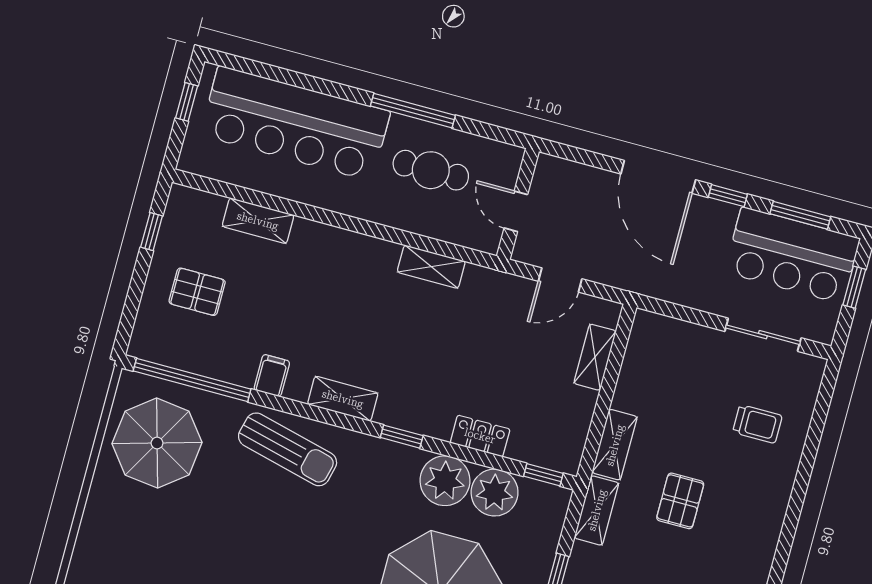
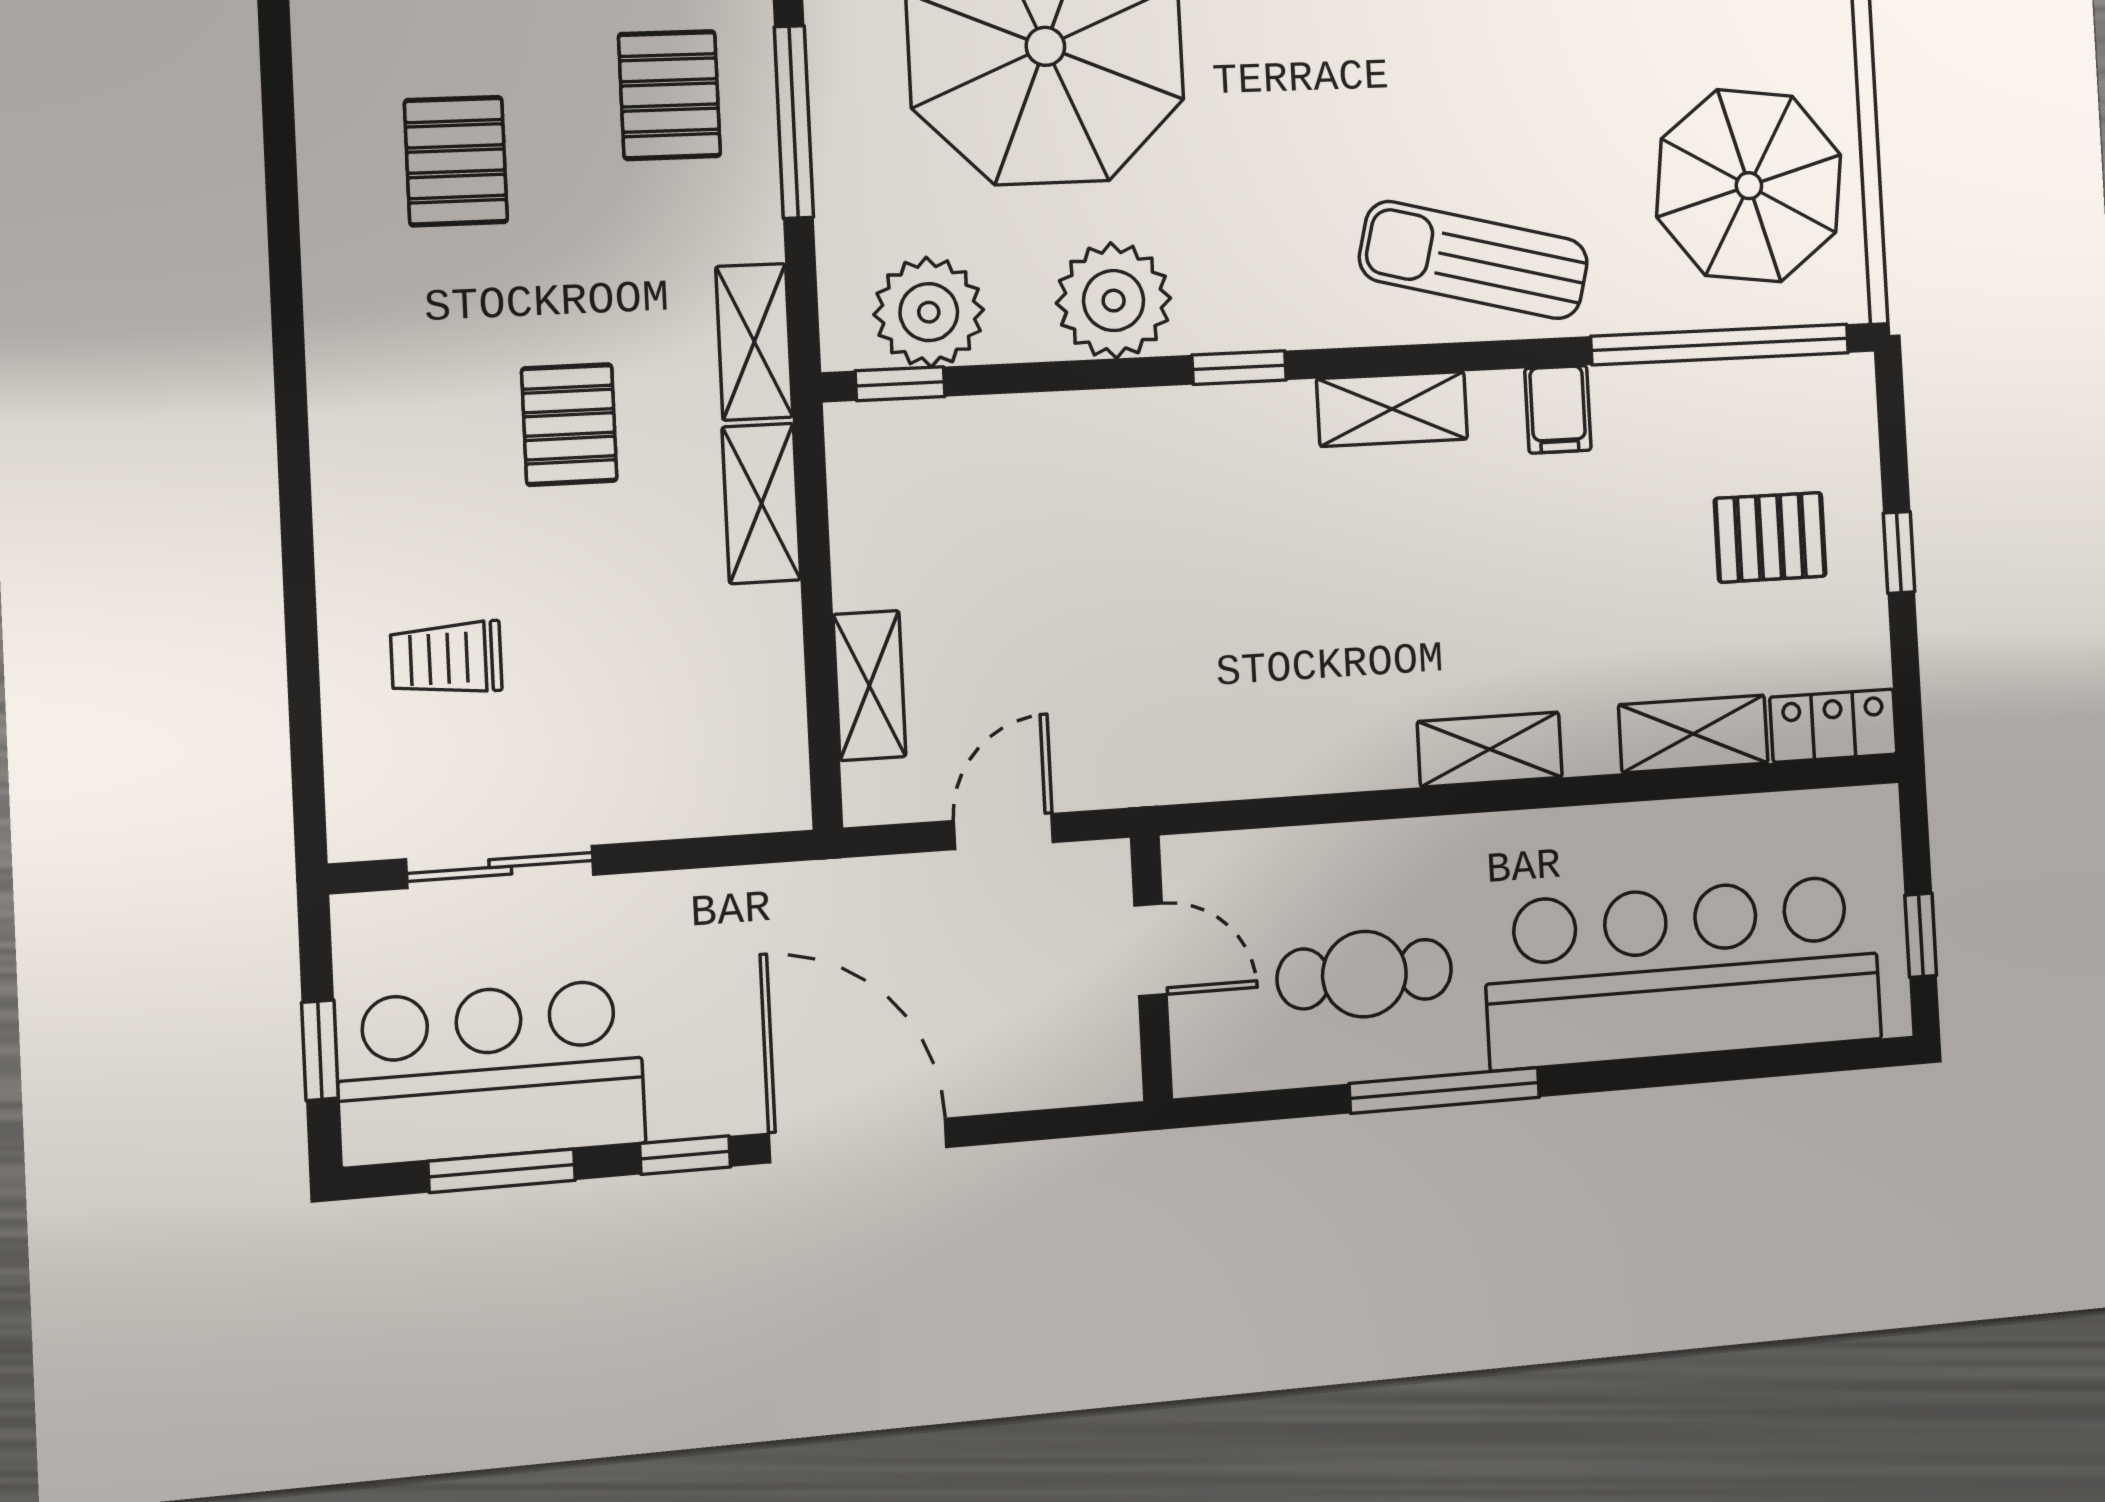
window: (152, 232) -> (1899, 552), moved
shelving: (431, 267) -> (1490, 749), moved
locker: (480, 436) -> (1833, 726), moved, turned 180
plant: (495, 493) -> (929, 312), moved

